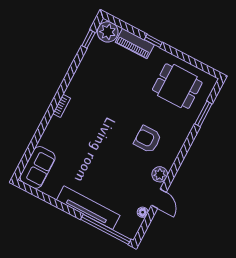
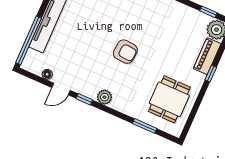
armchair: (148, 139) -> (125, 52), moved, turned 94
plant: (160, 174) -> (104, 97), moved
window: (171, 175) -> (84, 99), added

